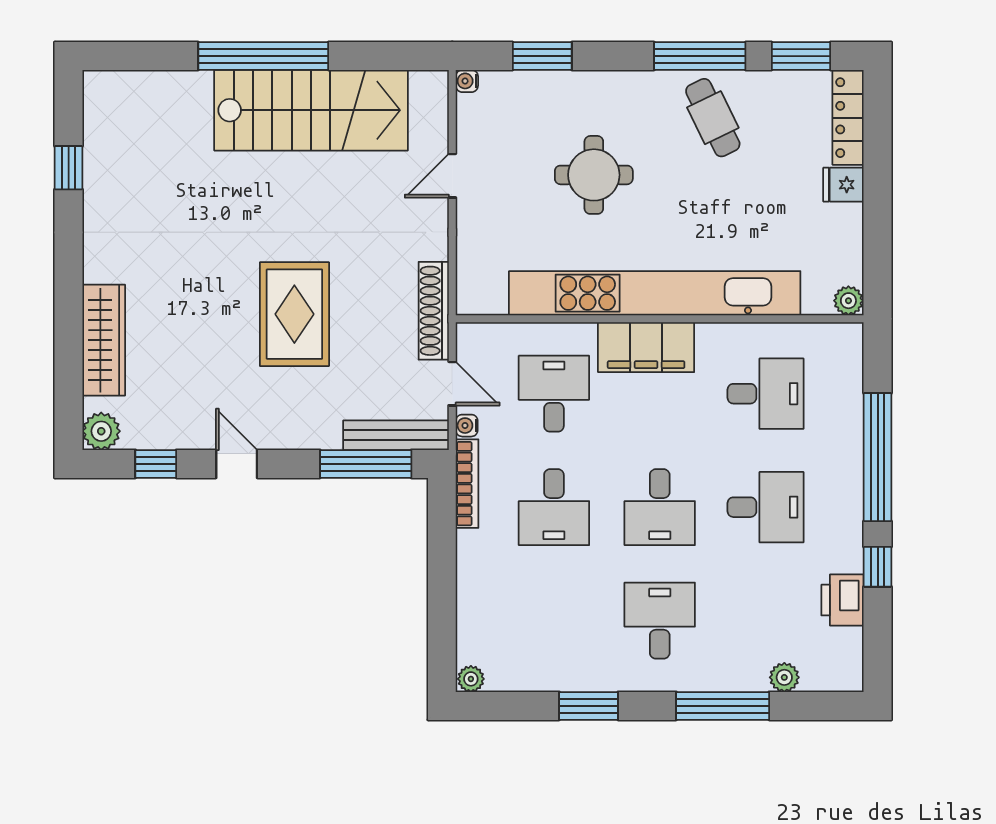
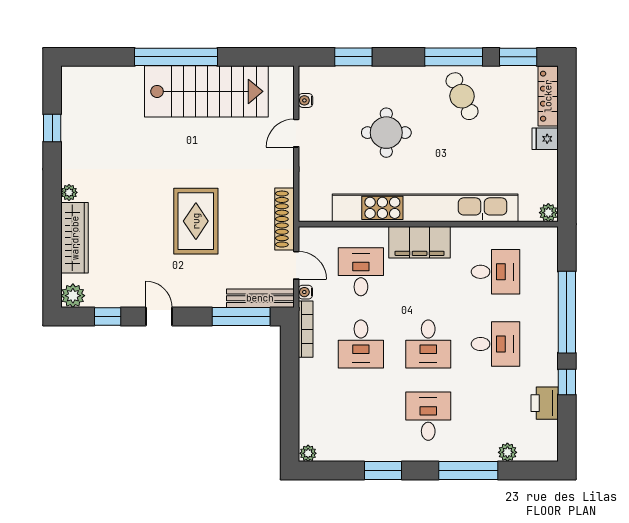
water cooler: (467, 81) -> (306, 100), moved
plant: (95, 269) -> (69, 192), added

